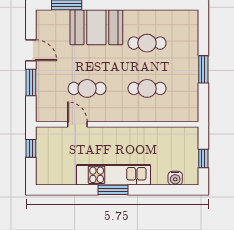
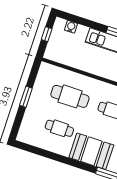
cafe table: (147, 88) -> (70, 96), width x1.37, depth x1.35

